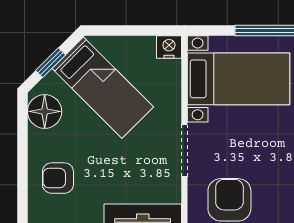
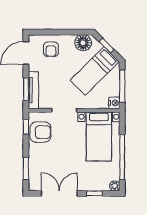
window: (134, 31) -> (122, 86), added
armchair: (58, 178) -> (51, 49), turned 180

